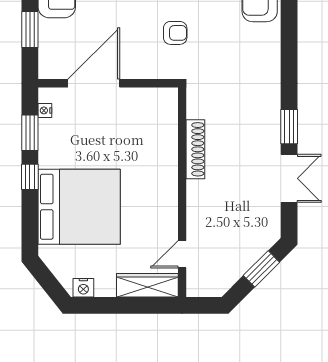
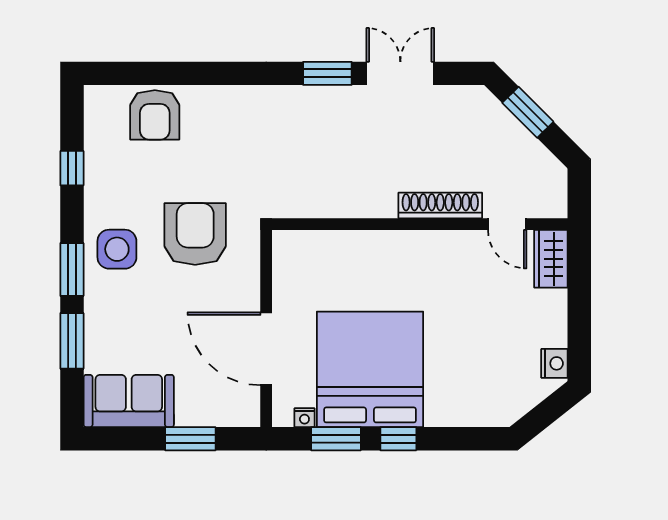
armchair: (175, 33) -> (195, 234), width x1.88, depth x1.88
shoe rack: (195, 149) -> (440, 205), moved
bed: (79, 207) -> (370, 369), moved
wardrobe: (147, 285) -> (551, 259), width x0.67

